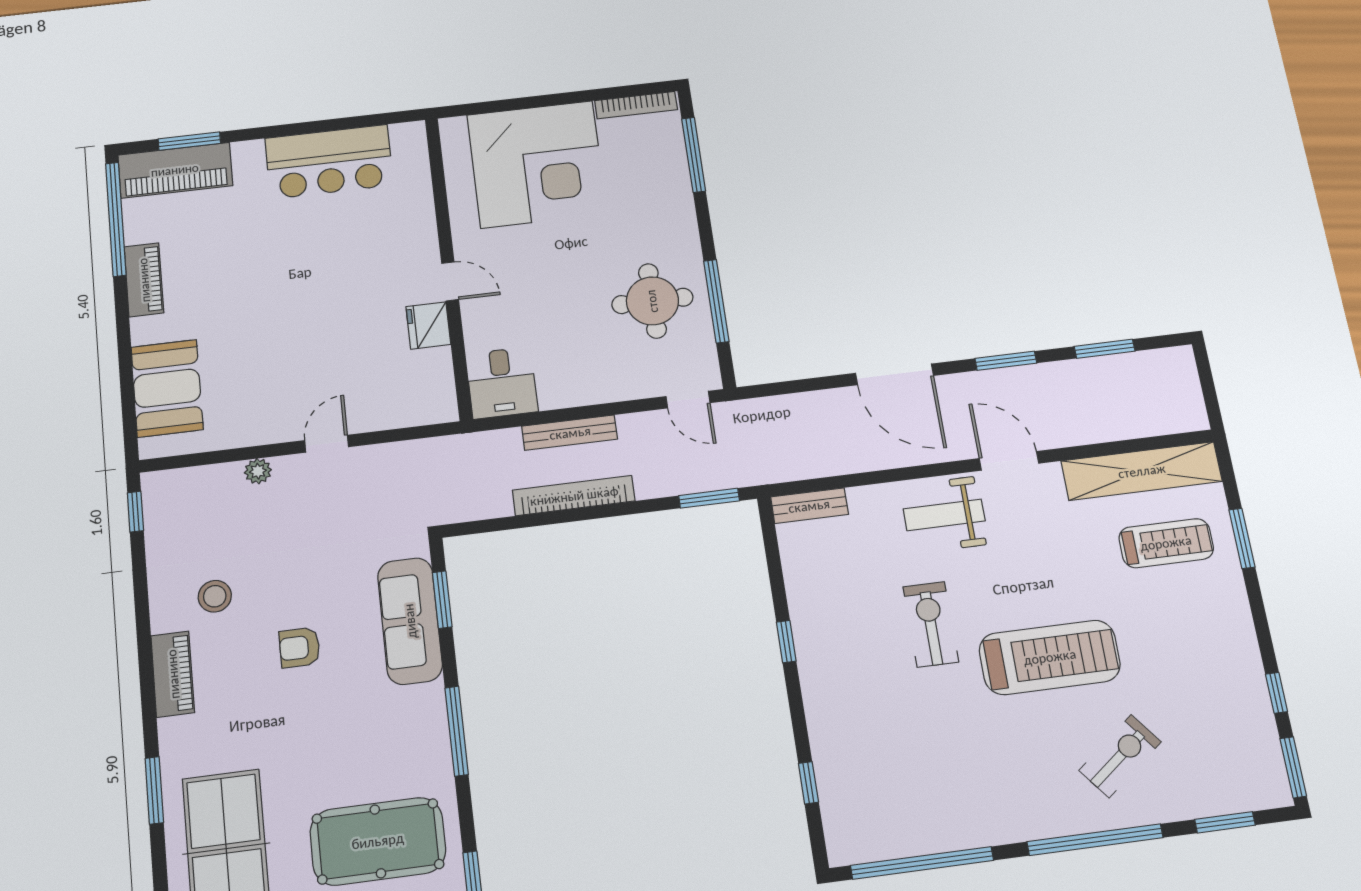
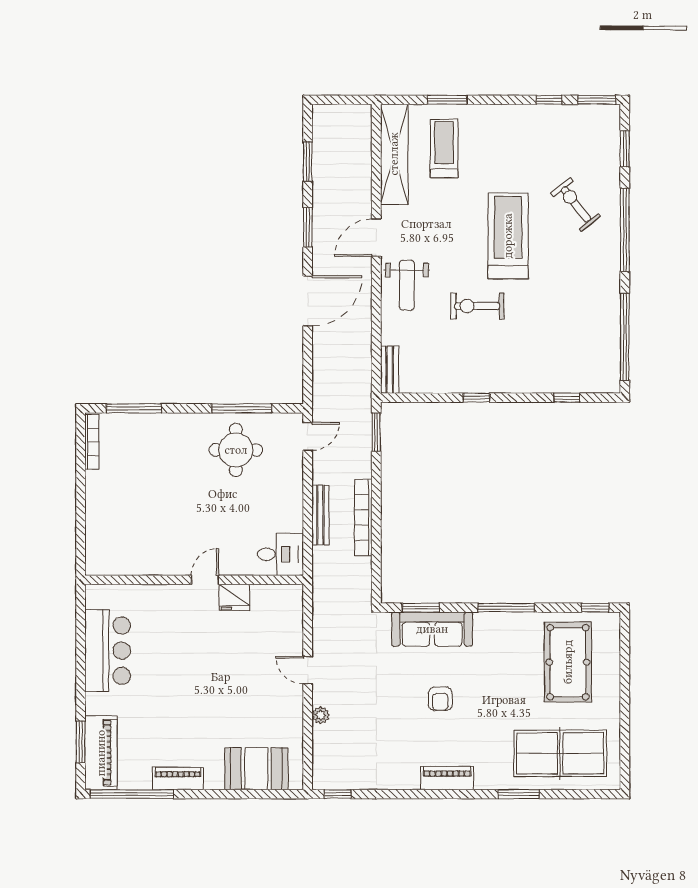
corner desk: (537, 164) -> (127, 513), removed
stool: (215, 596) -> (400, 749), removed

